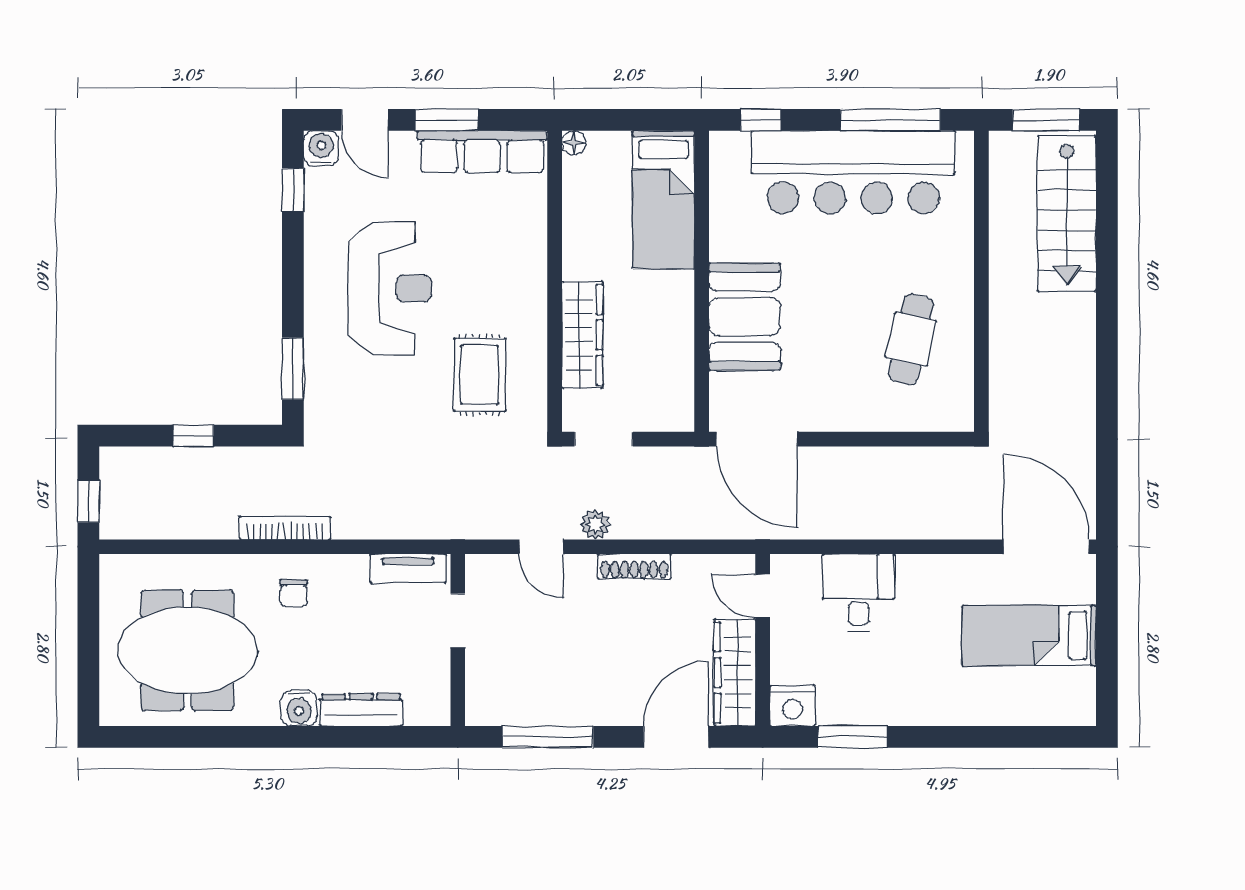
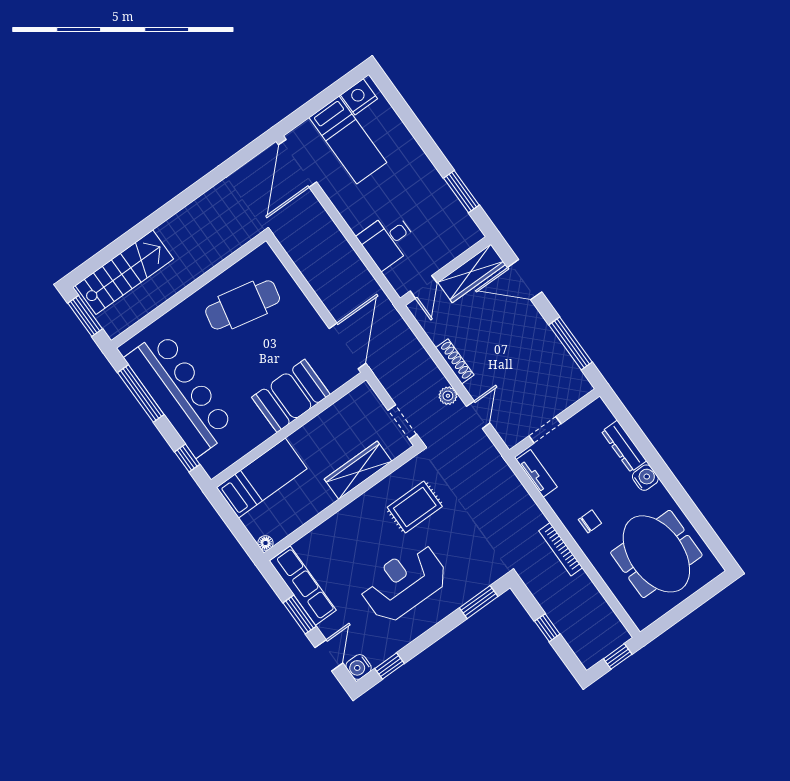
cafe table: (911, 339) -> (243, 305), width x1.37, depth x1.35
nightstand: (792, 706) -> (359, 97), moved, turned -90

